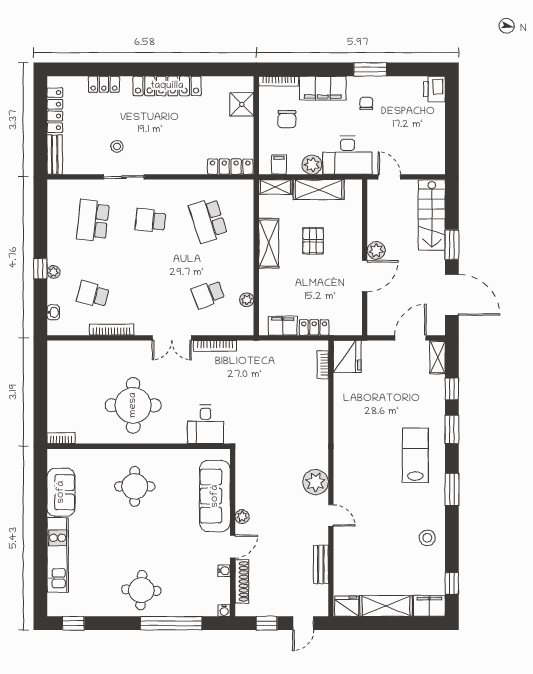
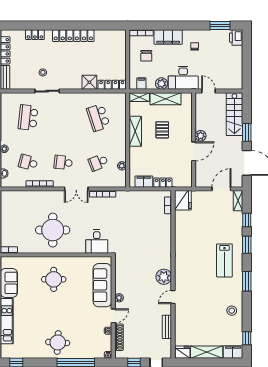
window: (370, 69) -> (220, 26), moved
shower: (242, 104) -> (89, 82), moved
school desk: (150, 220) -> (63, 162), moved
lab bench: (415, 455) -> (224, 260), turned 180
door: (331, 515) -> (173, 297), swing flipped

